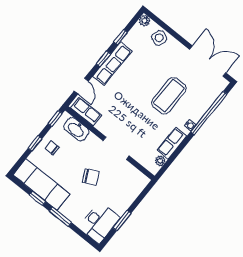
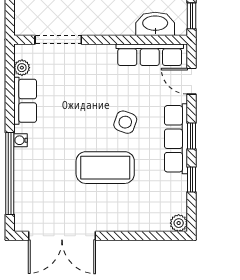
side table: (159, 38) -> (125, 122), moved
coffee table: (169, 96) -> (105, 168), moved, turned 90
row of seats: (86, 112) -> (150, 55), width x1.48
doorway: (116, 148) -> (58, 40), moved

